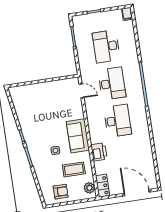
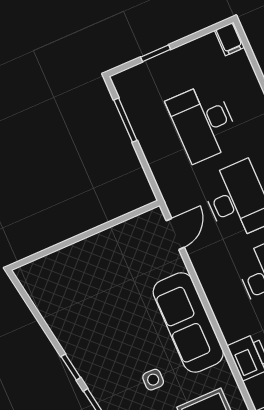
door: (82, 91) -> (175, 234), hinge flipped
sofa: (78, 136) -> (188, 322), width x1.36

